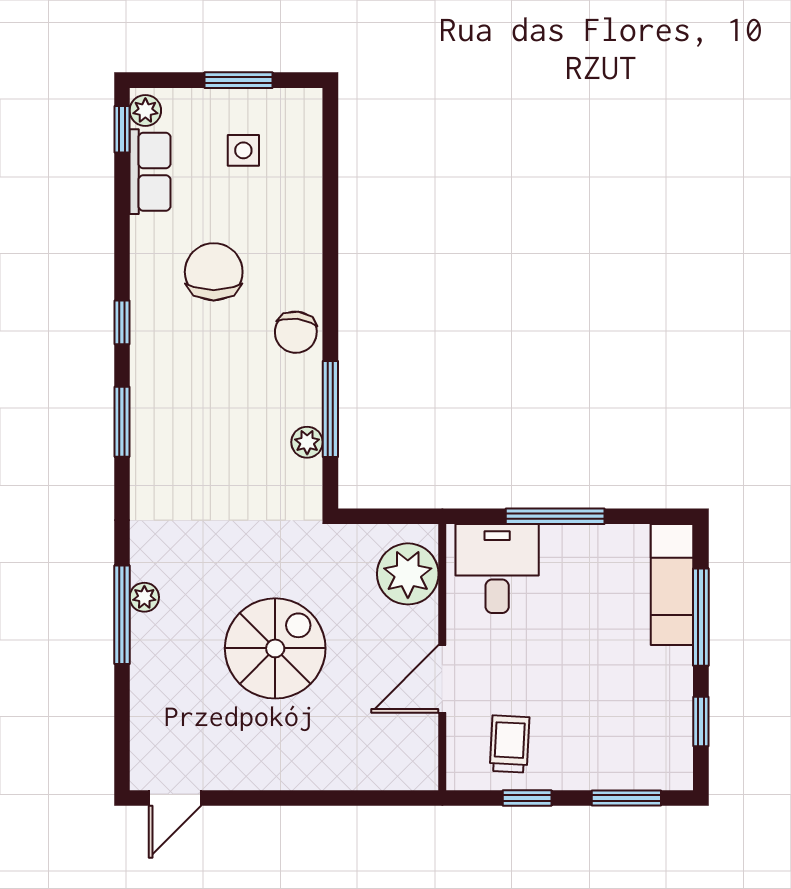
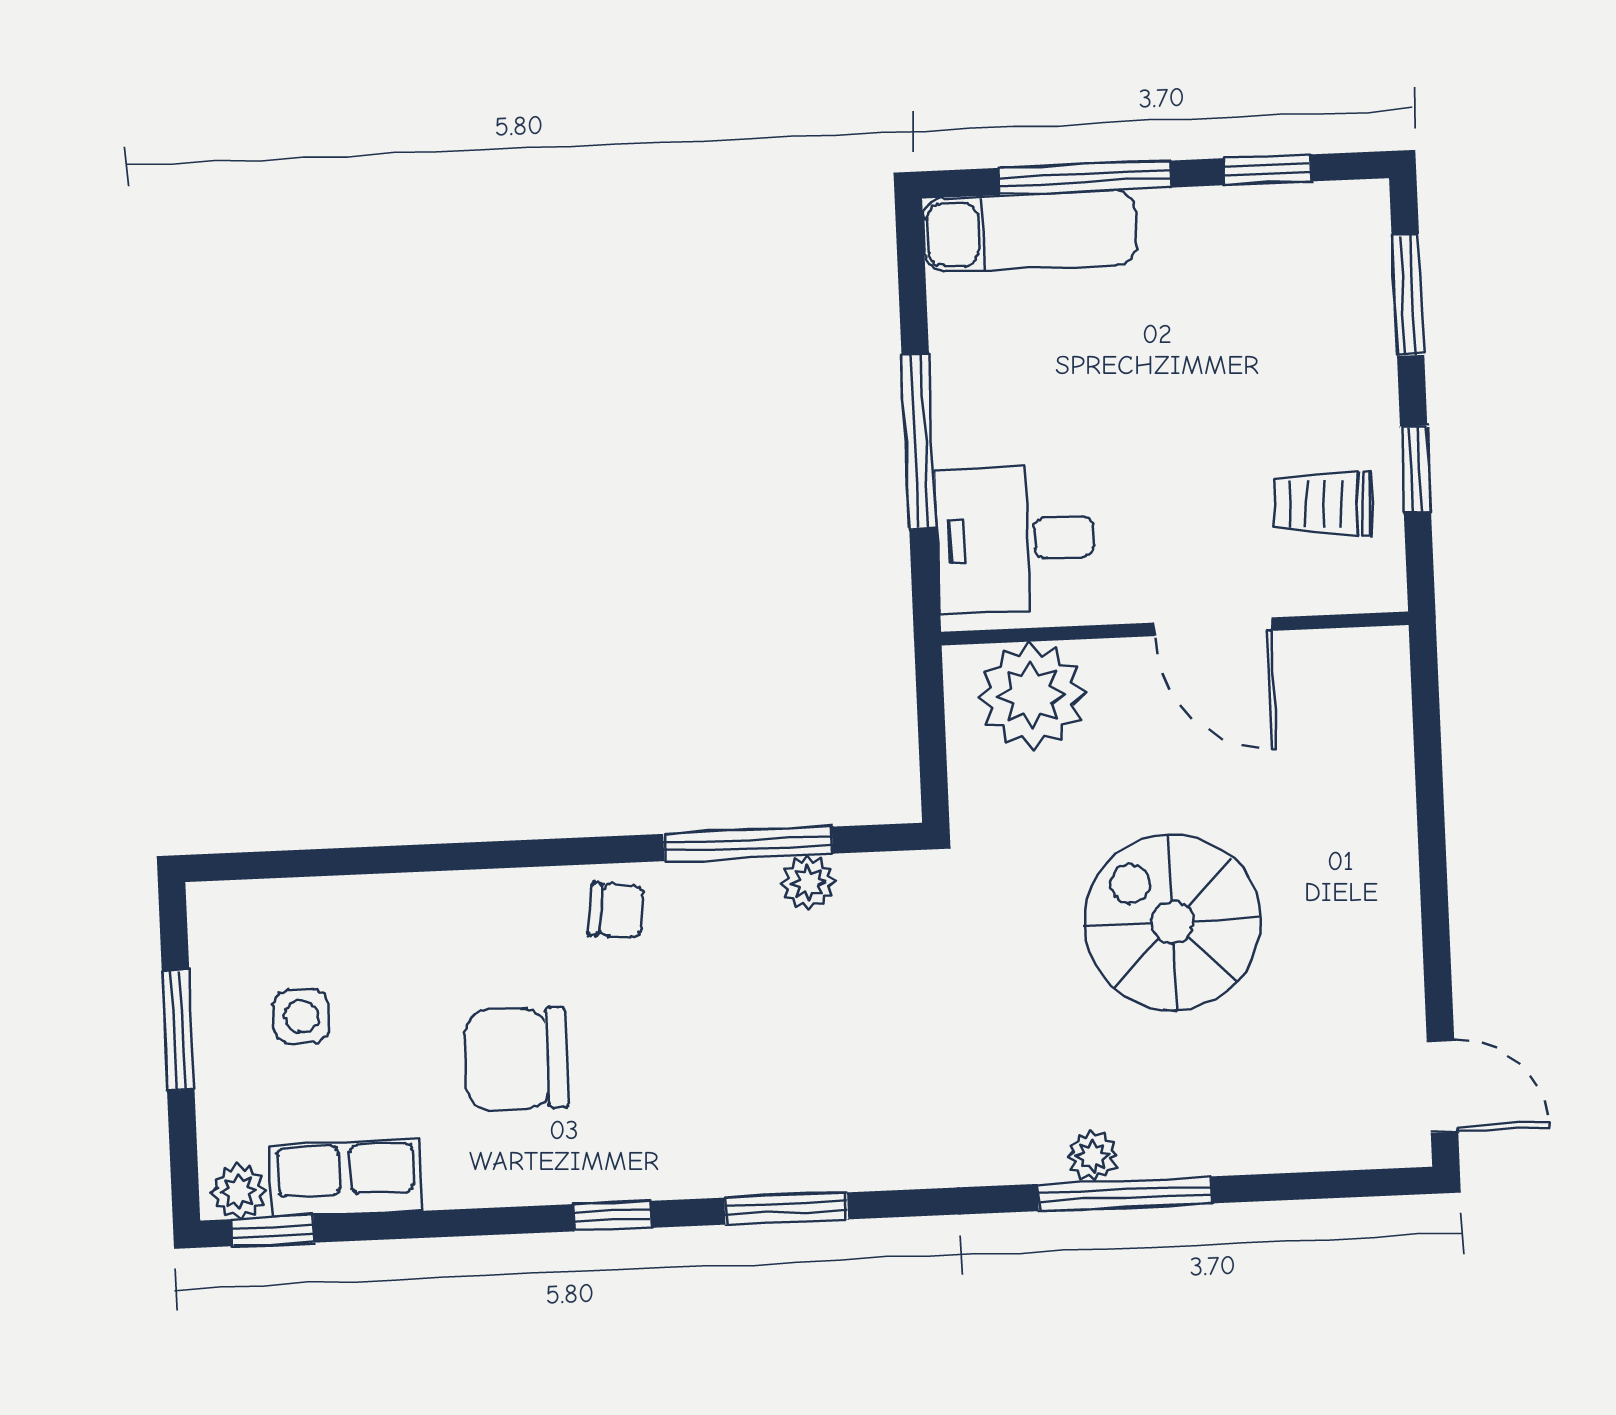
chair: (296, 332) -> (616, 910), width x0.73, depth x0.73

